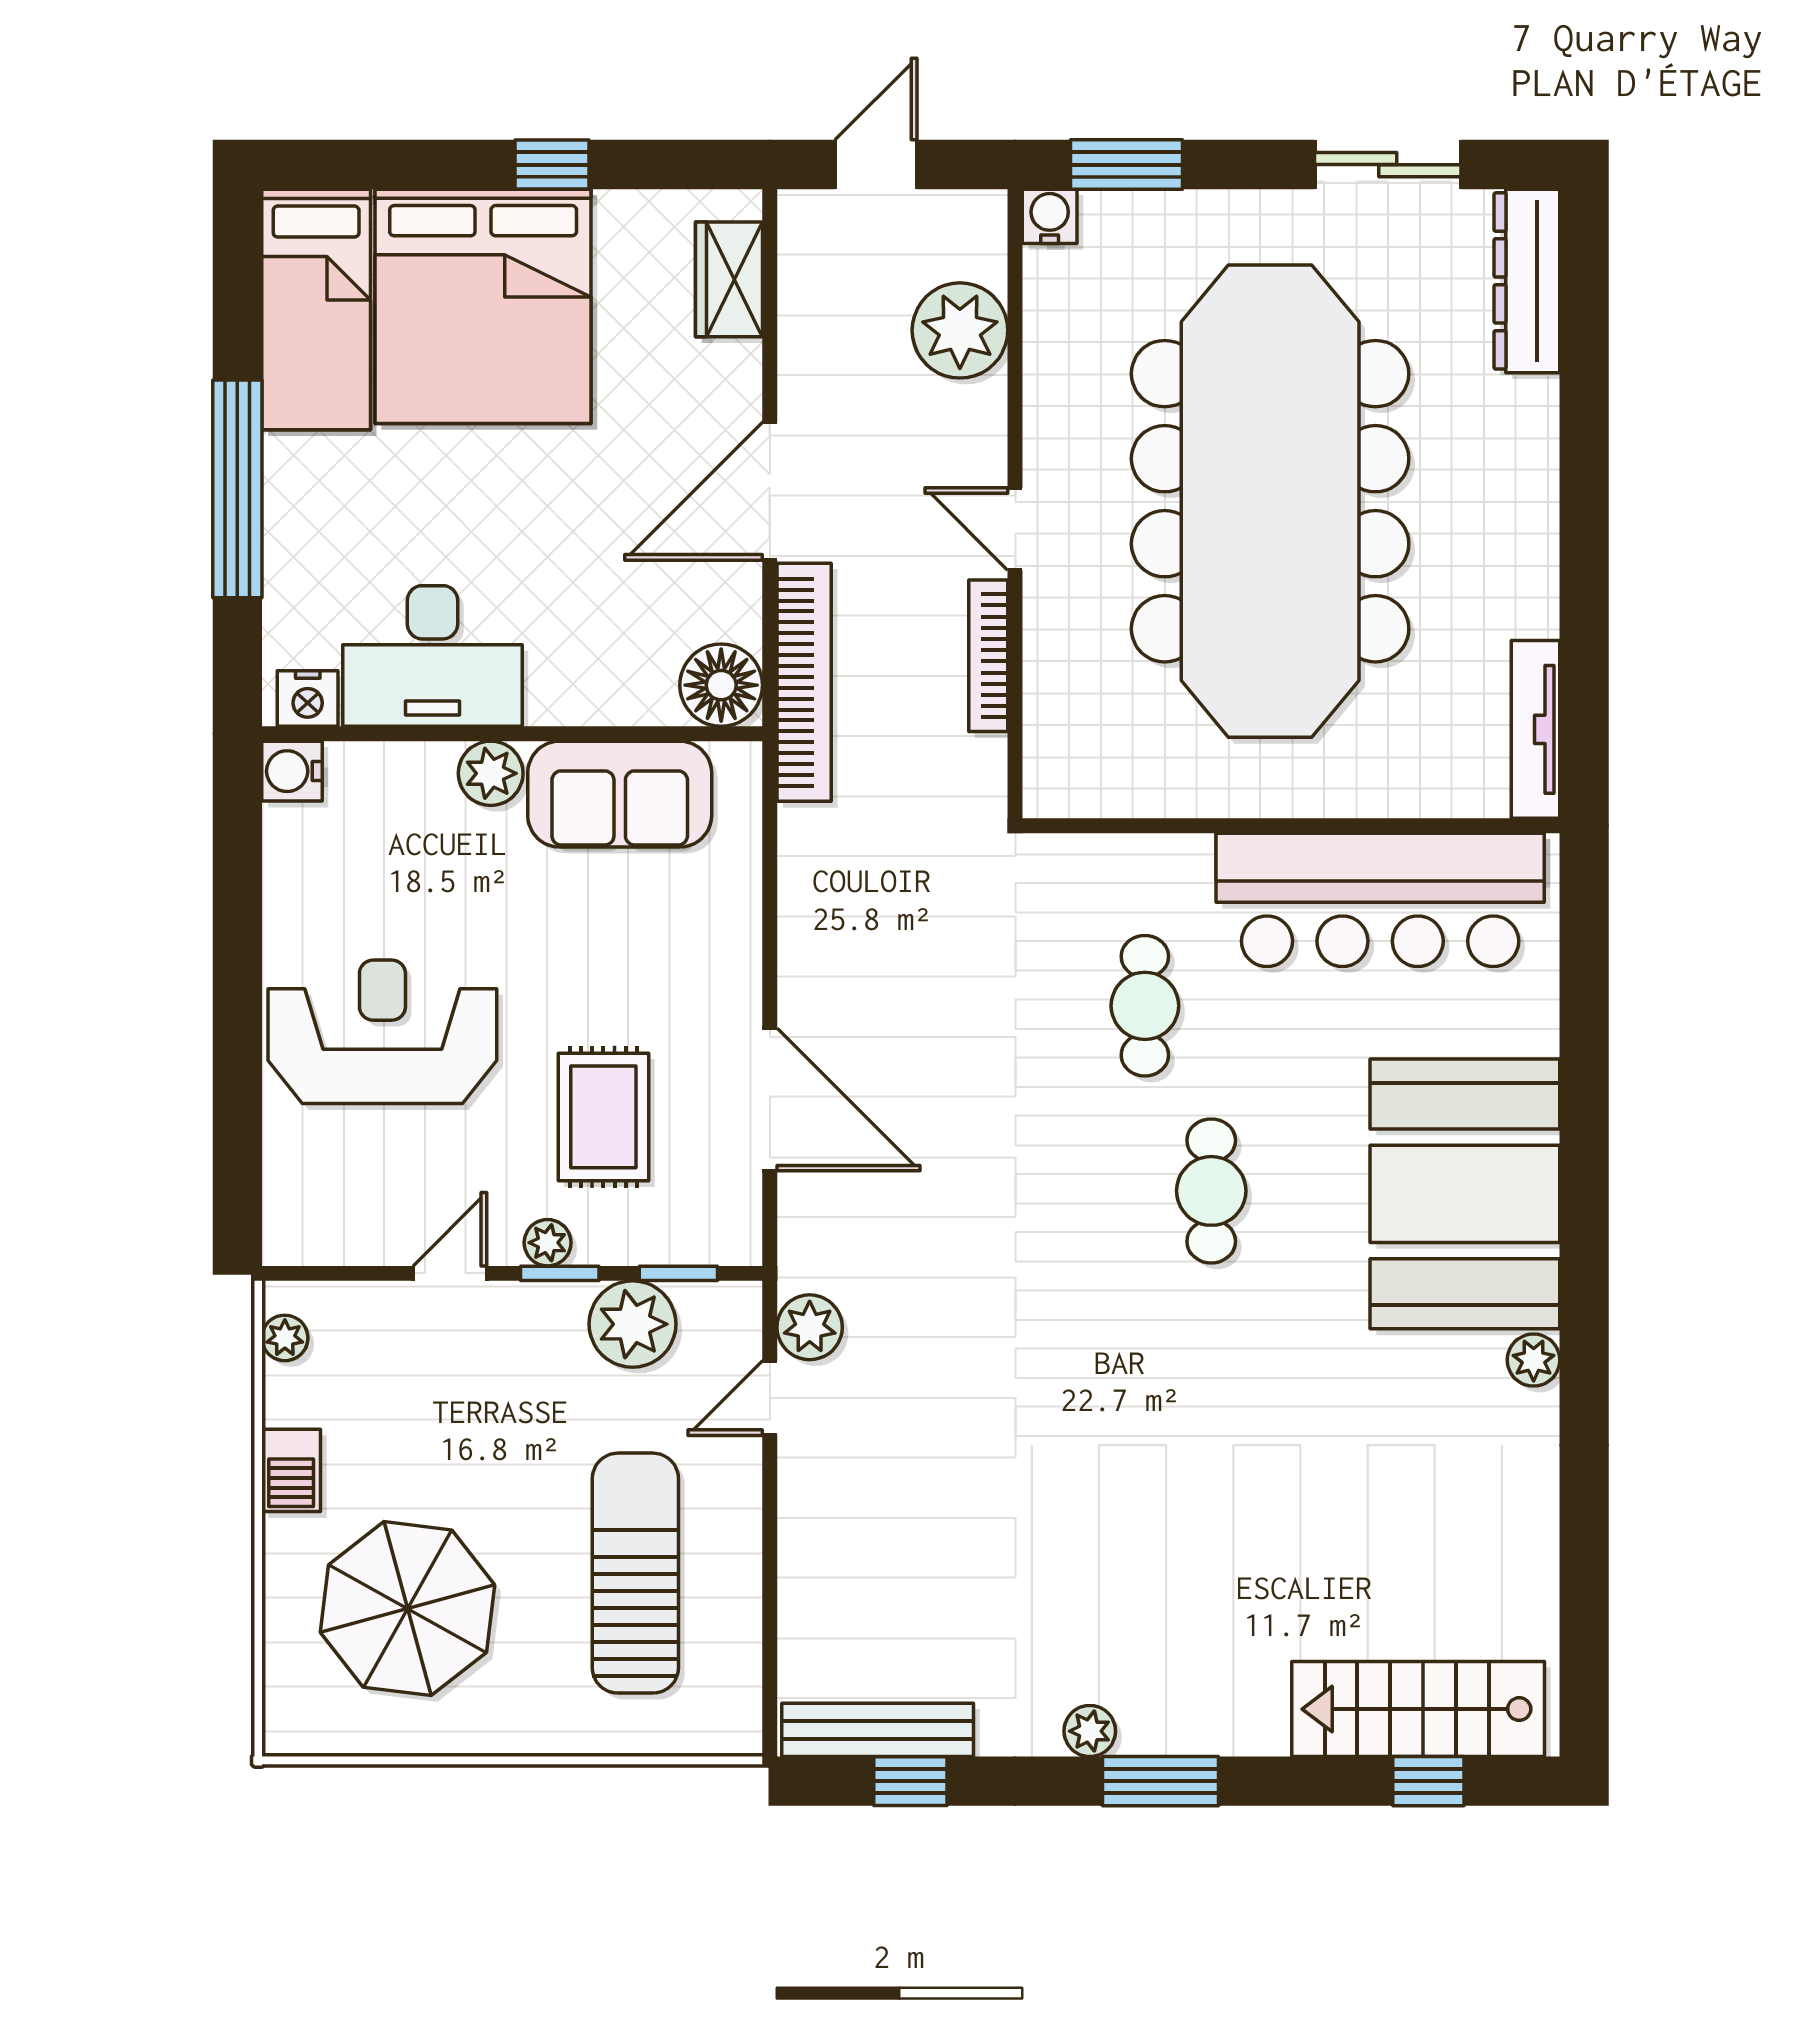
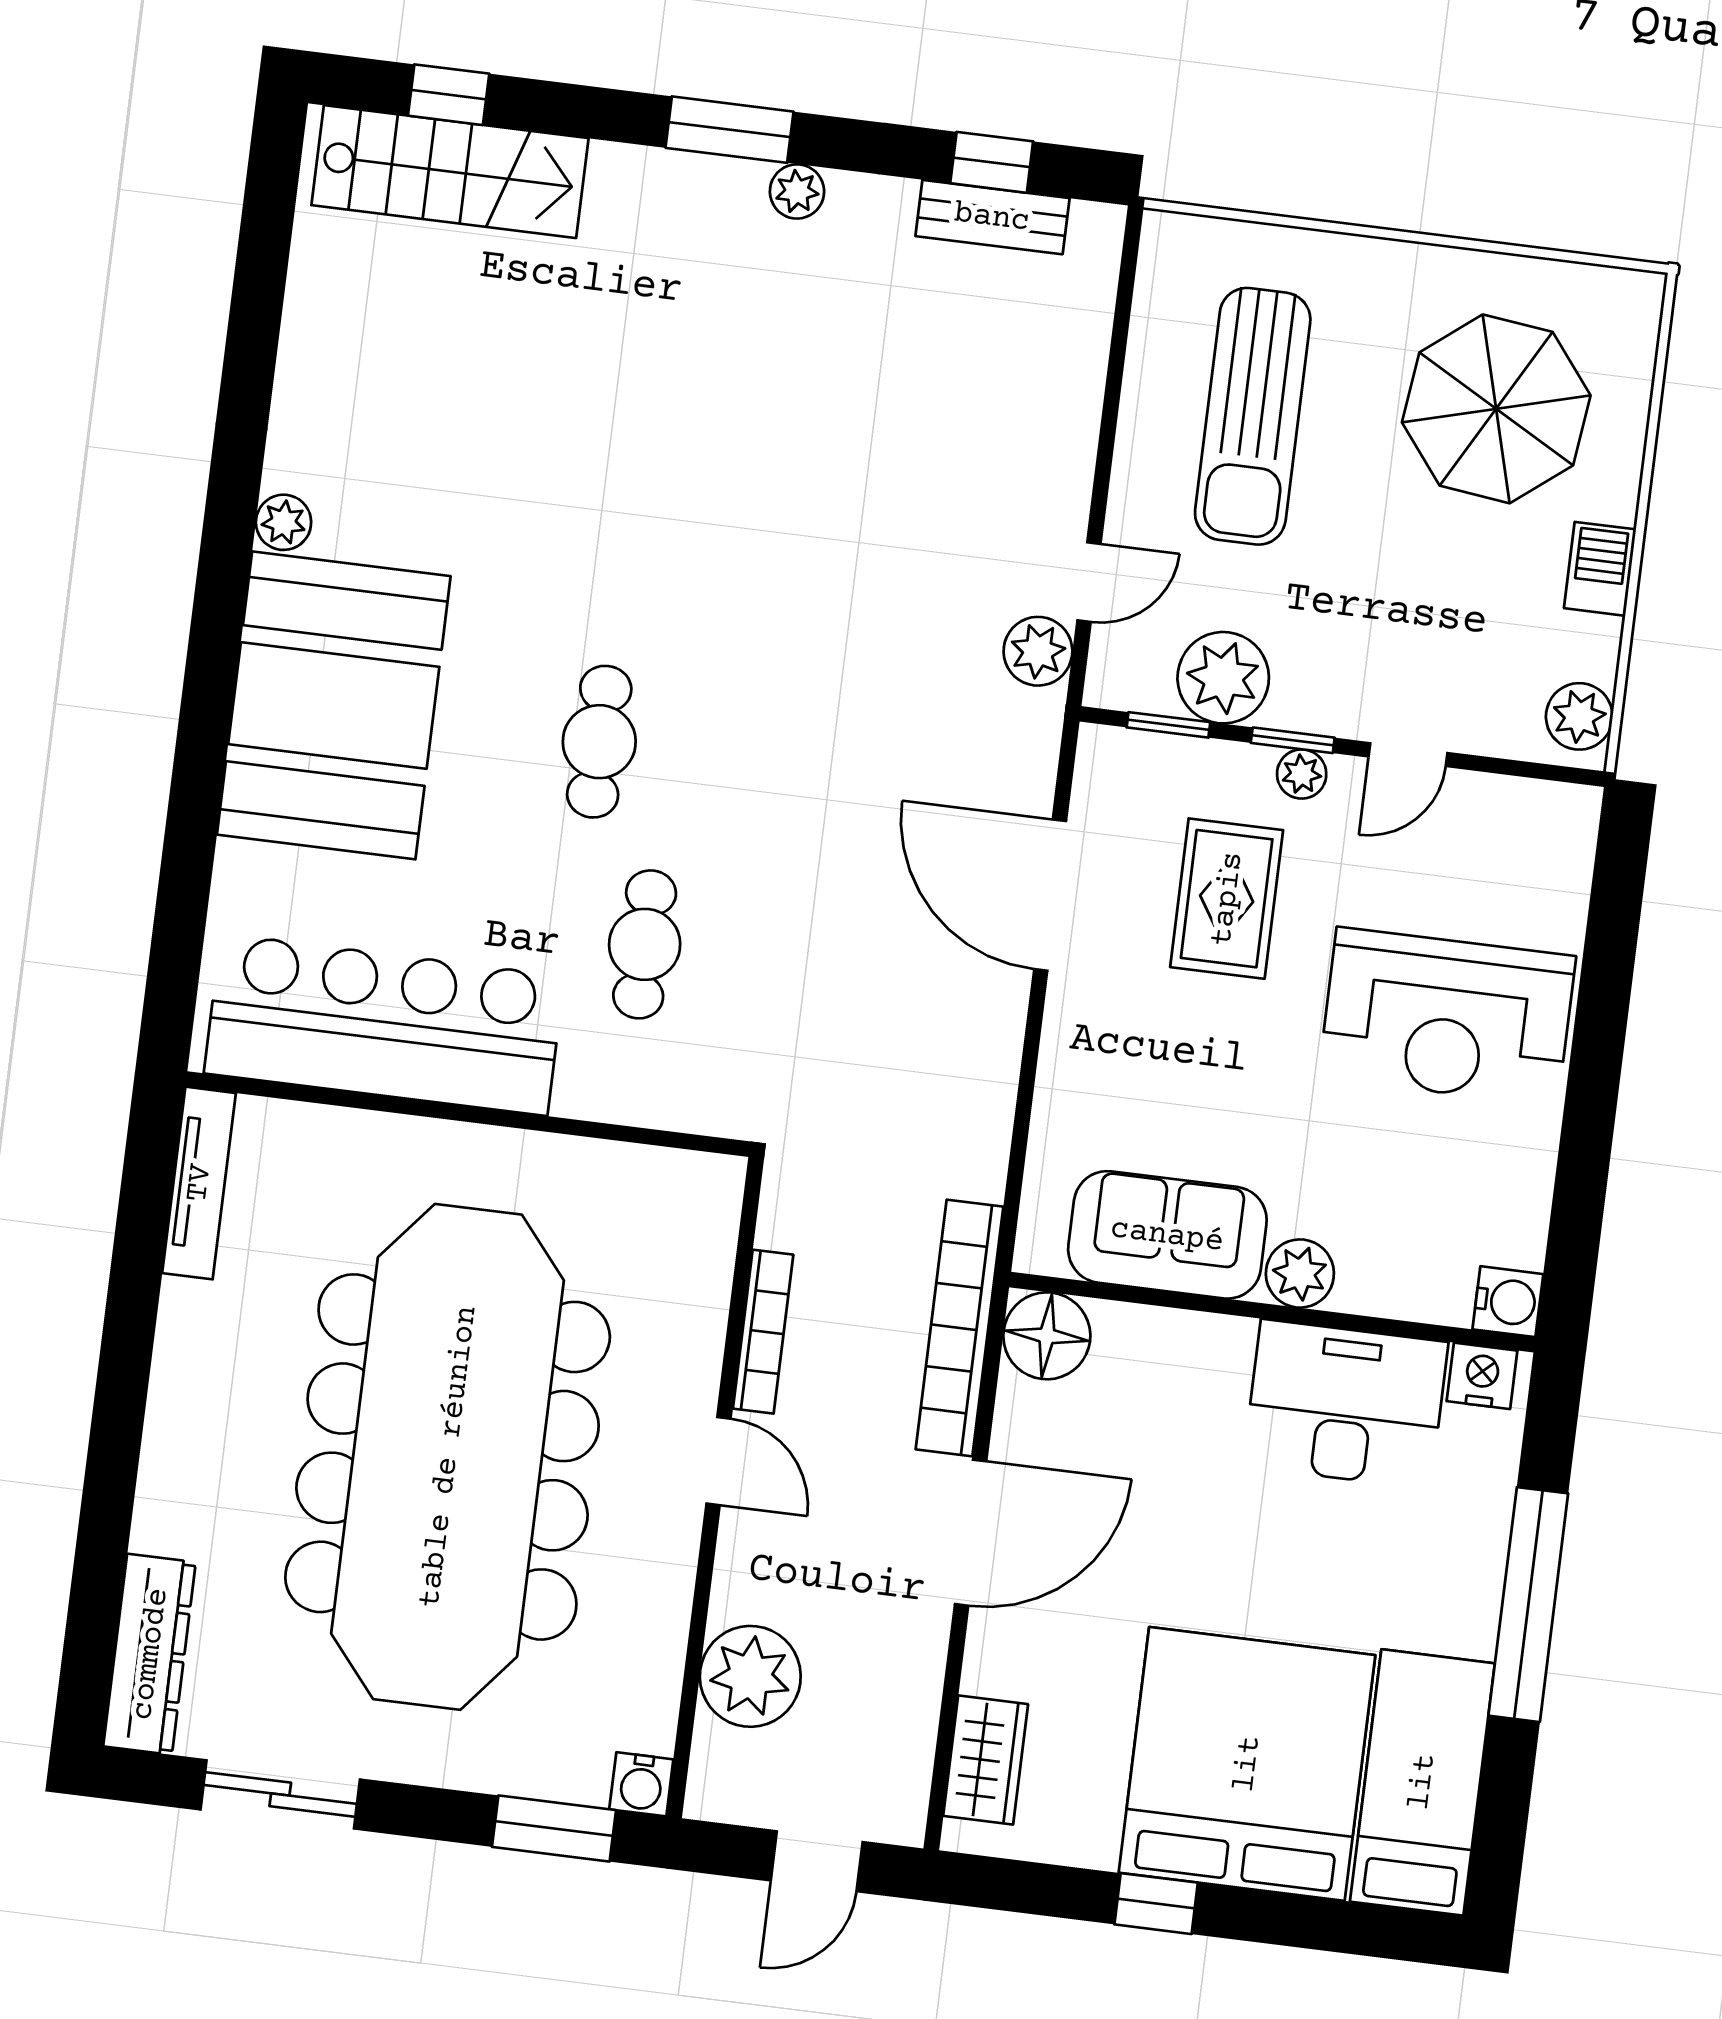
plant: (285, 1338) -> (1579, 716), width x1.38, depth x1.38
bench: (878, 1730) -> (992, 217), width x0.73

